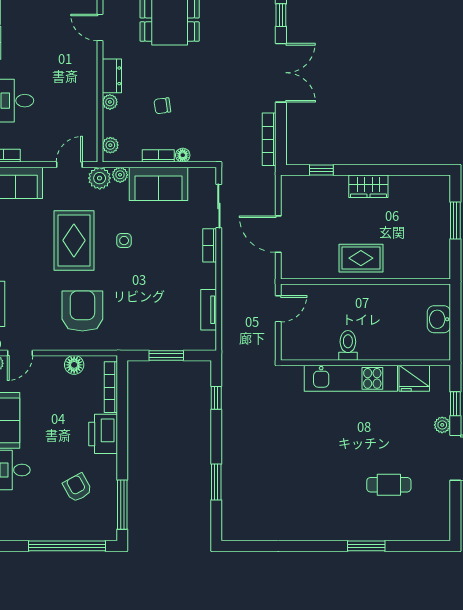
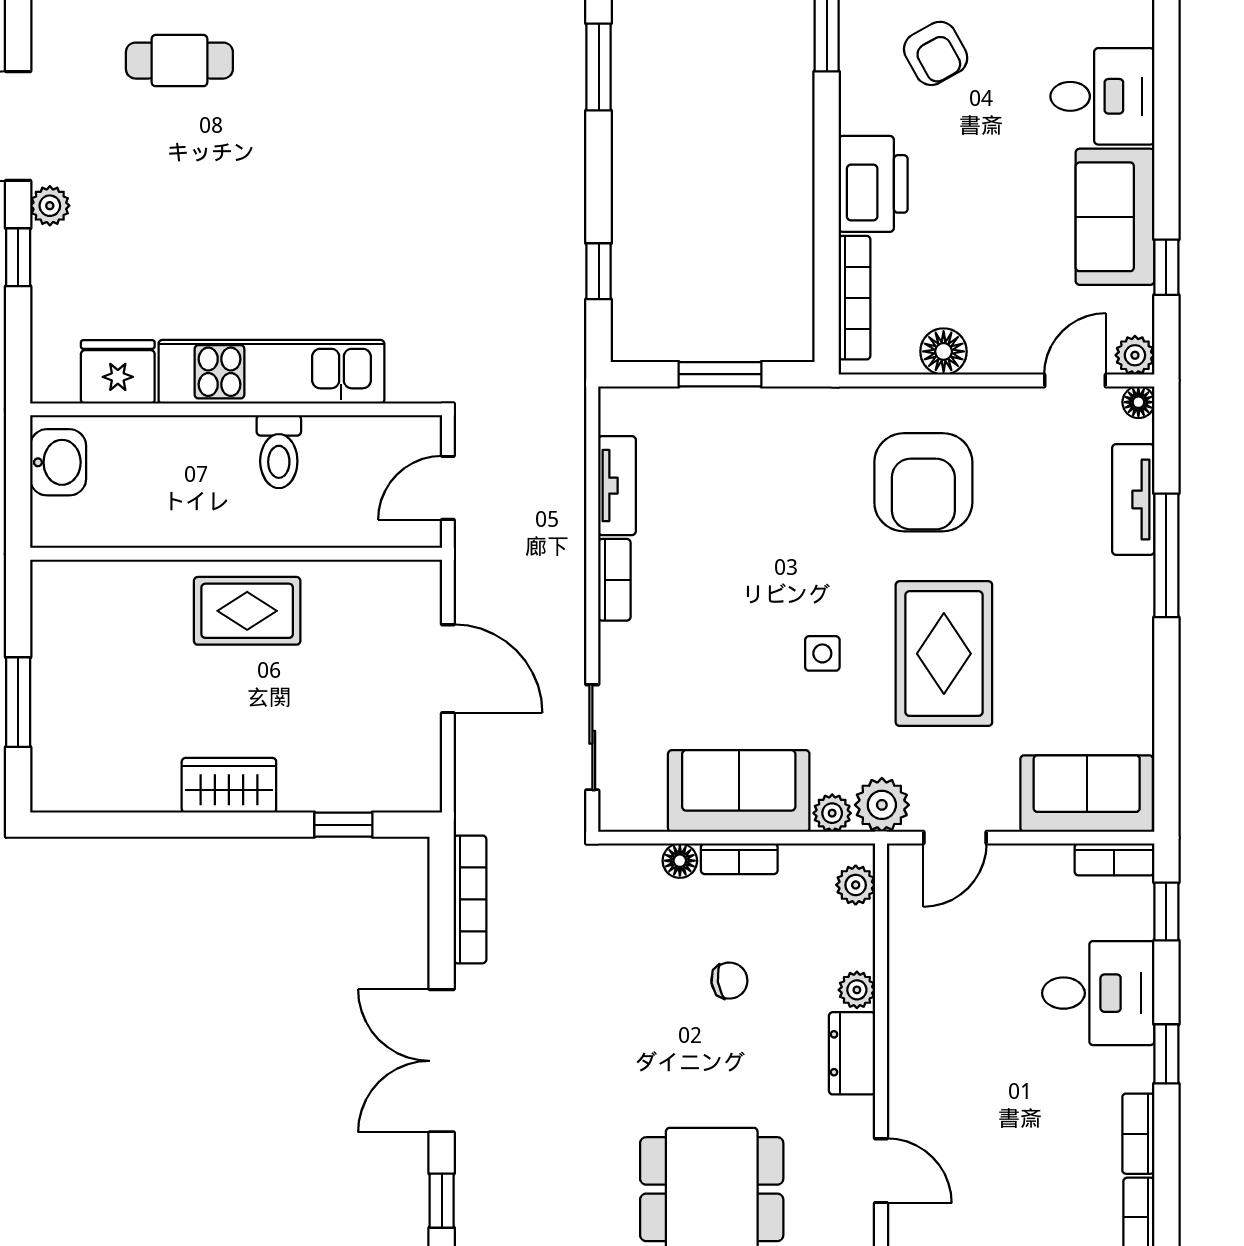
bookcase: (210, 245) -> (614, 580), moved
toilet: (348, 345) -> (279, 452), moved
wall: (366, 363) -> (236, 409), moved
kitchen unit: (351, 378) -> (271, 372), moved
fridge: (414, 378) -> (118, 372), moved

